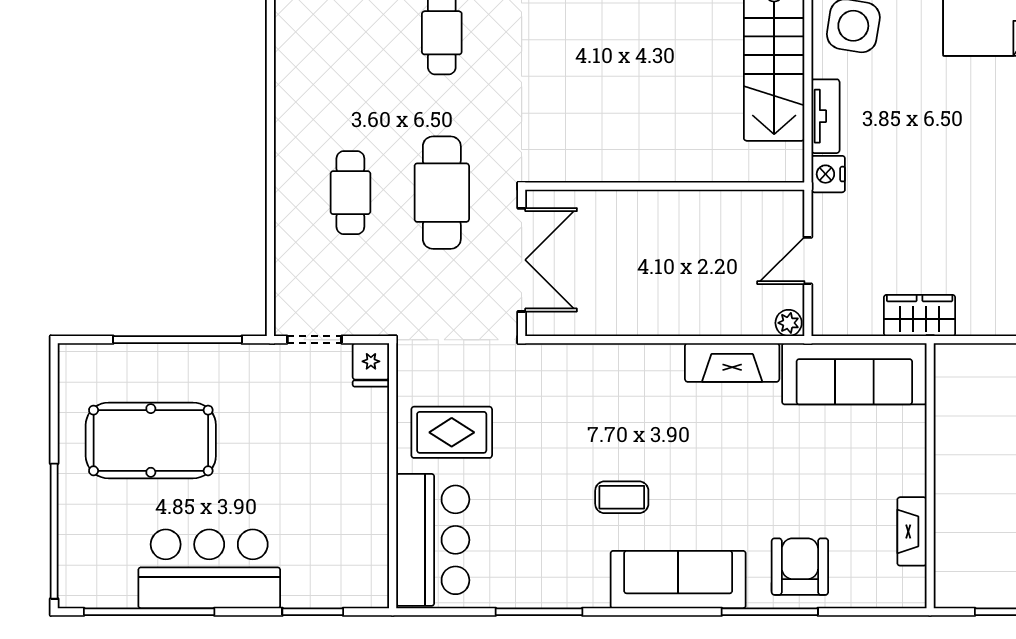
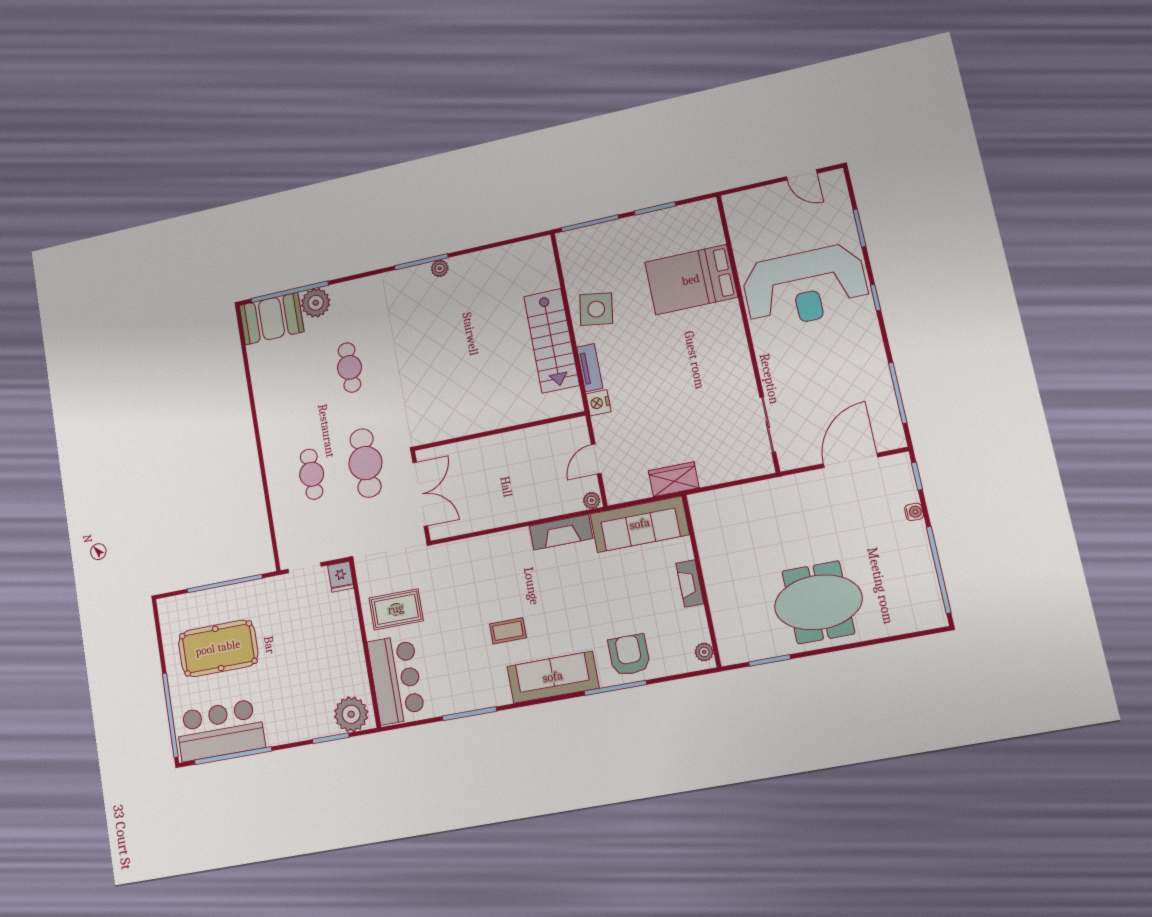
fireplace: (912, 531) -> (690, 584), moved
bar counter: (209, 569) -> (220, 730), moved
plant: (352, 581) -> (351, 714), added
plant: (913, 582) -> (704, 652), added

